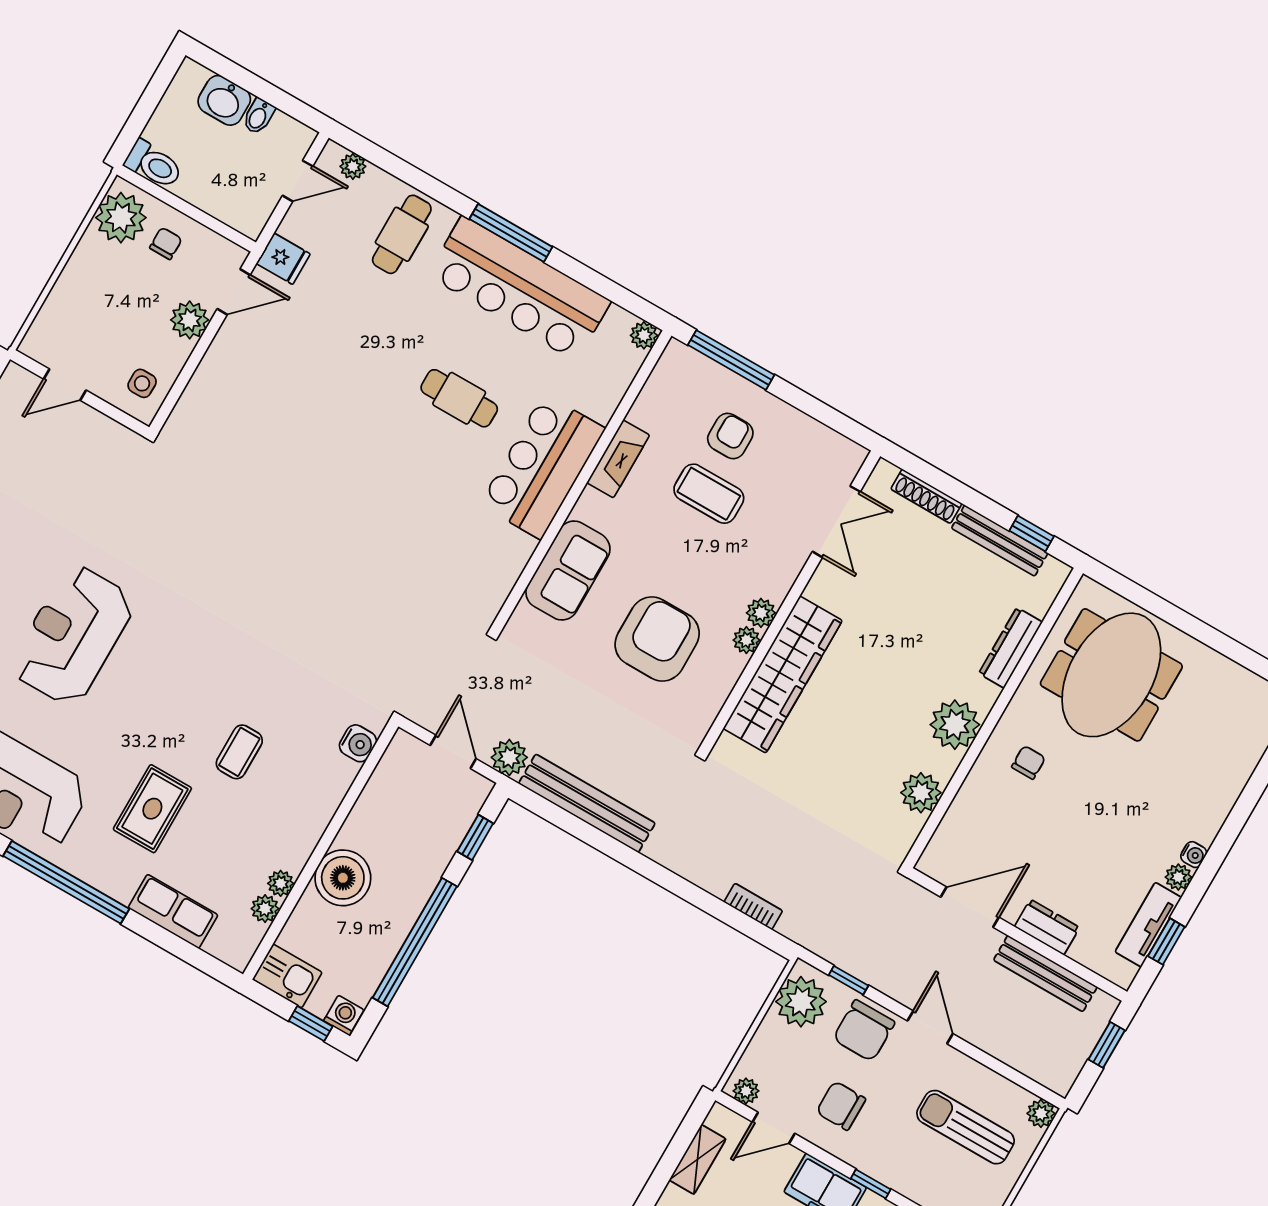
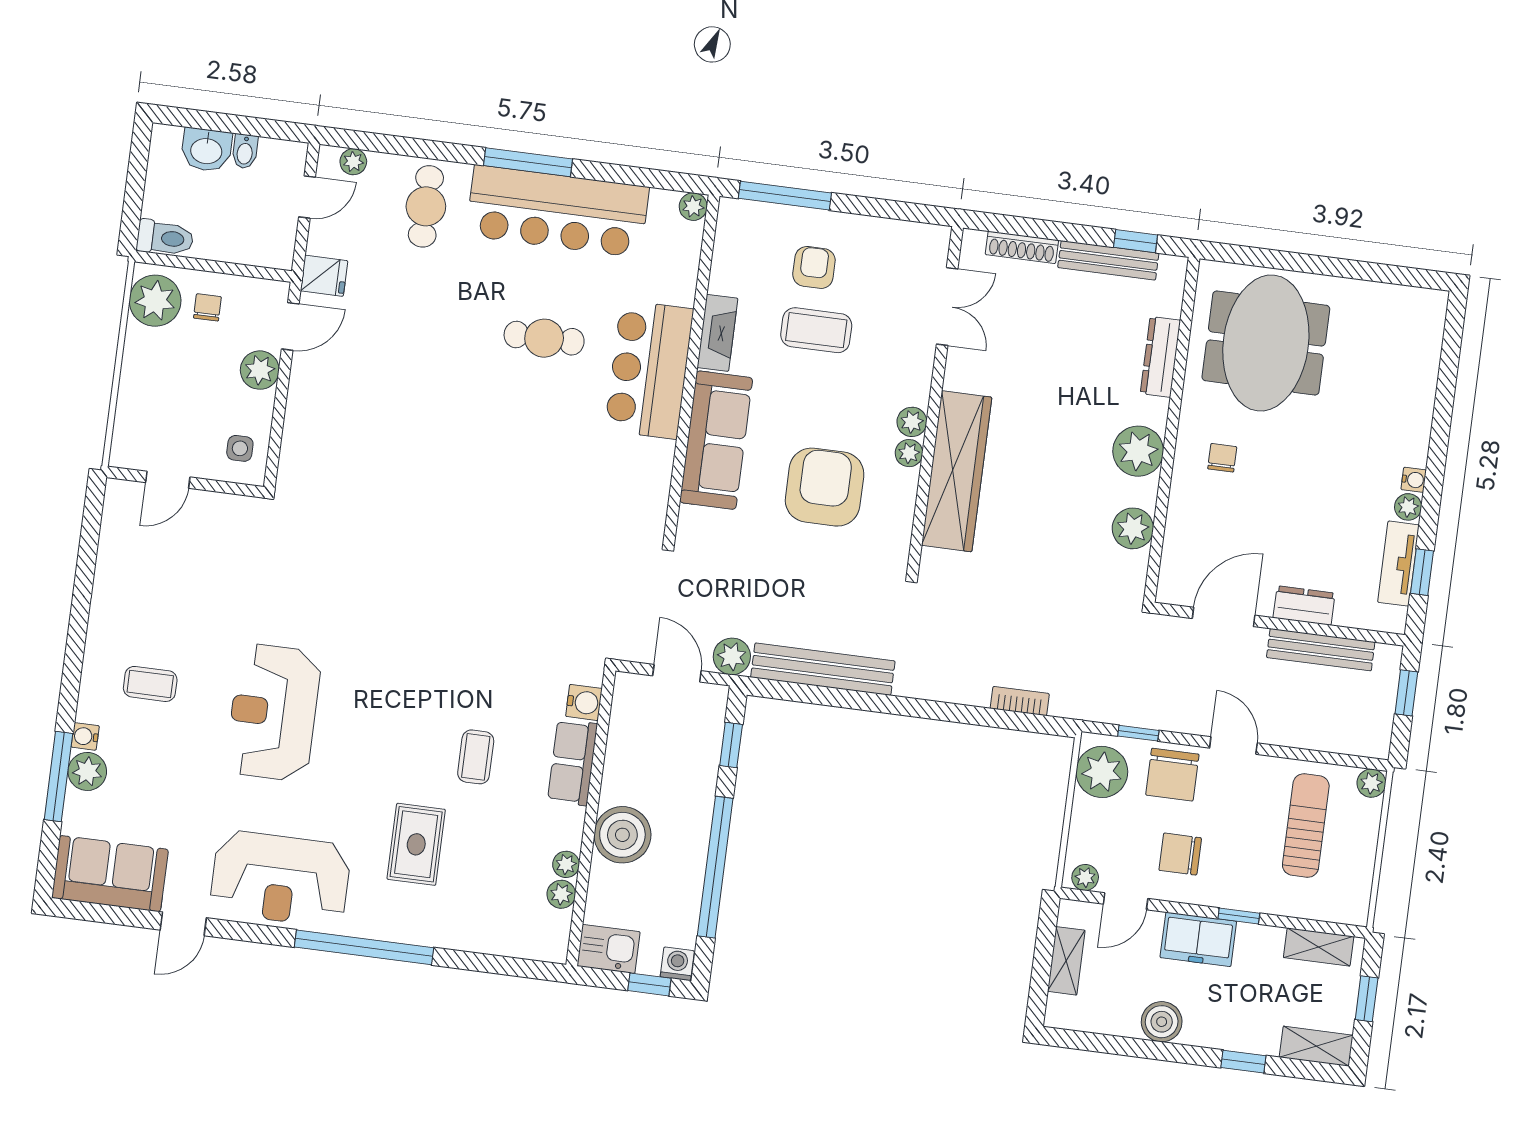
sofa: (568, 571) -> (716, 440), width x1.36
row of seats: (173, 911) -> (573, 762), moved, turned -90
sun lounger: (966, 1127) -> (1306, 826), turned 90

